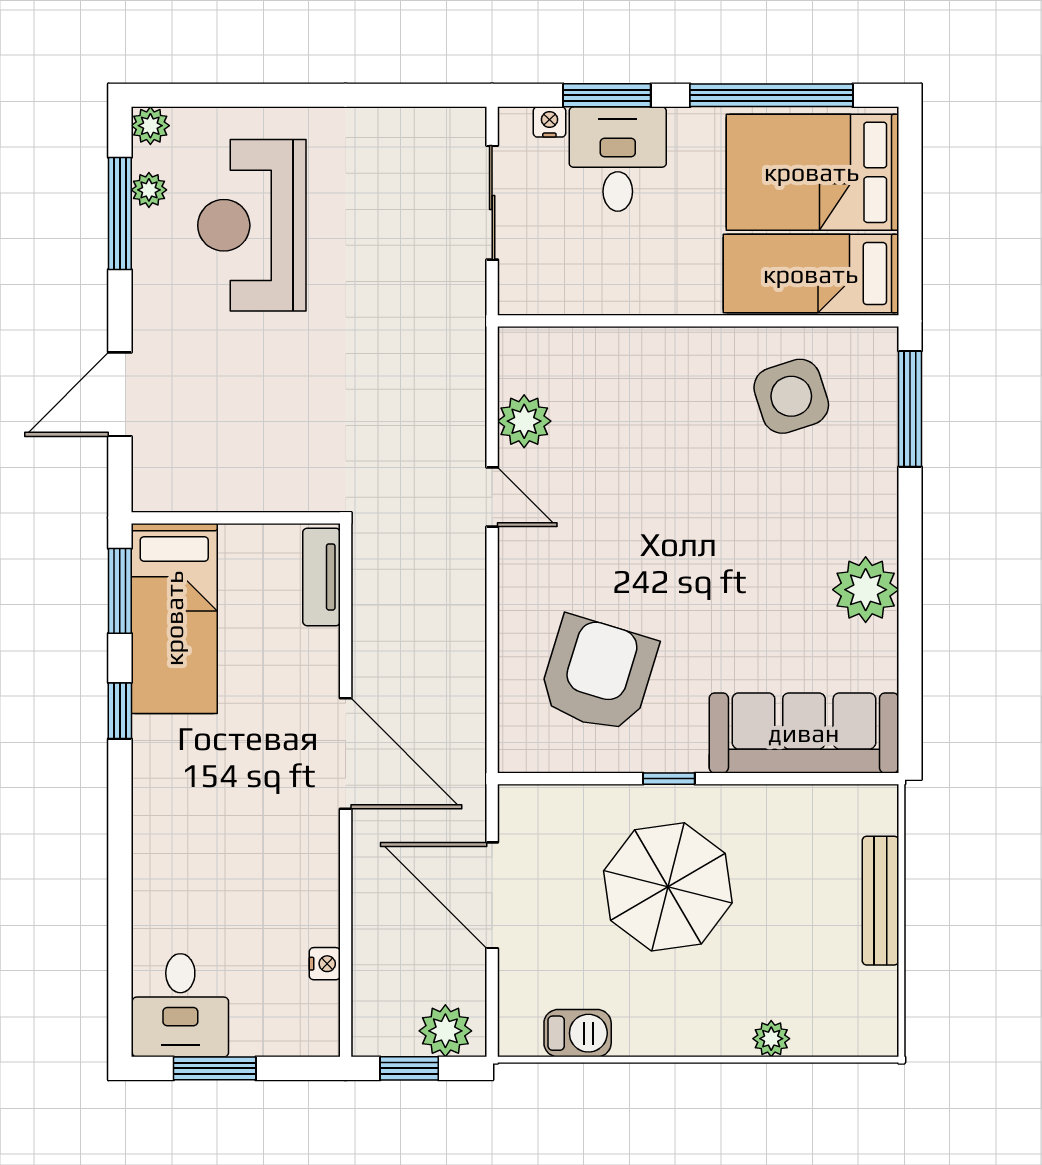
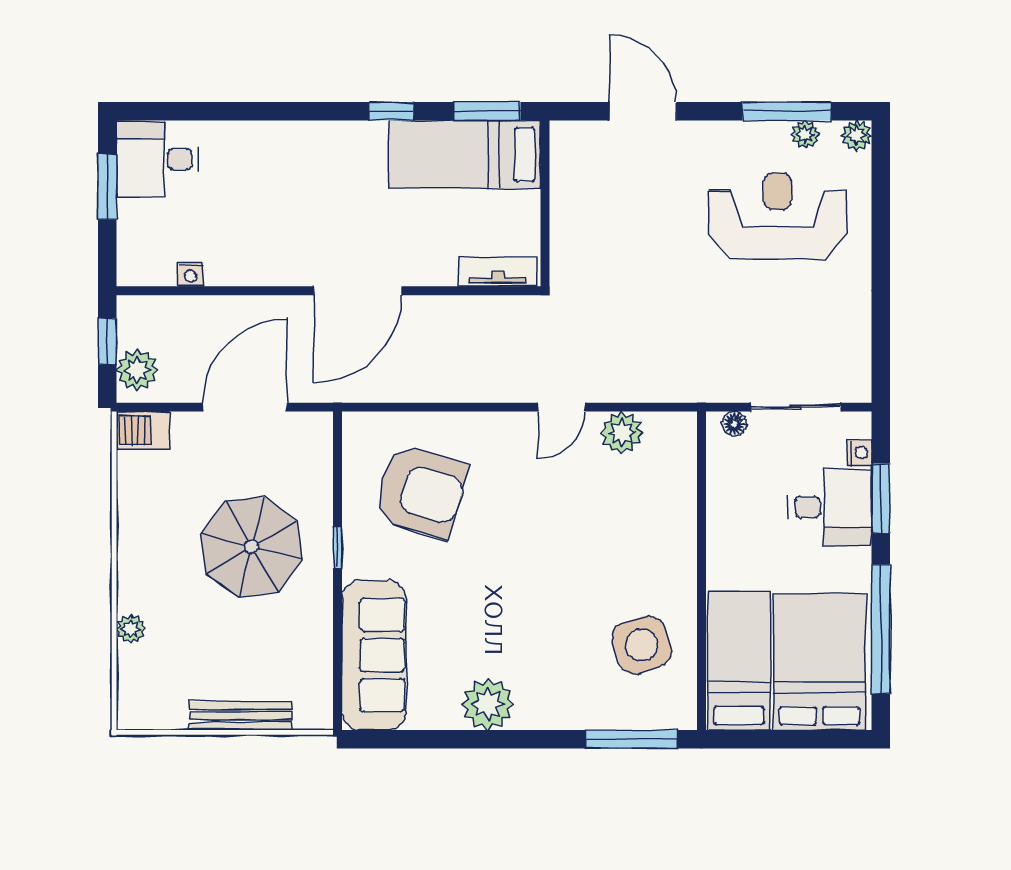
floor lamp: (513, 280) -> (734, 424), added
barbecue: (578, 1033) -> (143, 430), moved, turned 90

